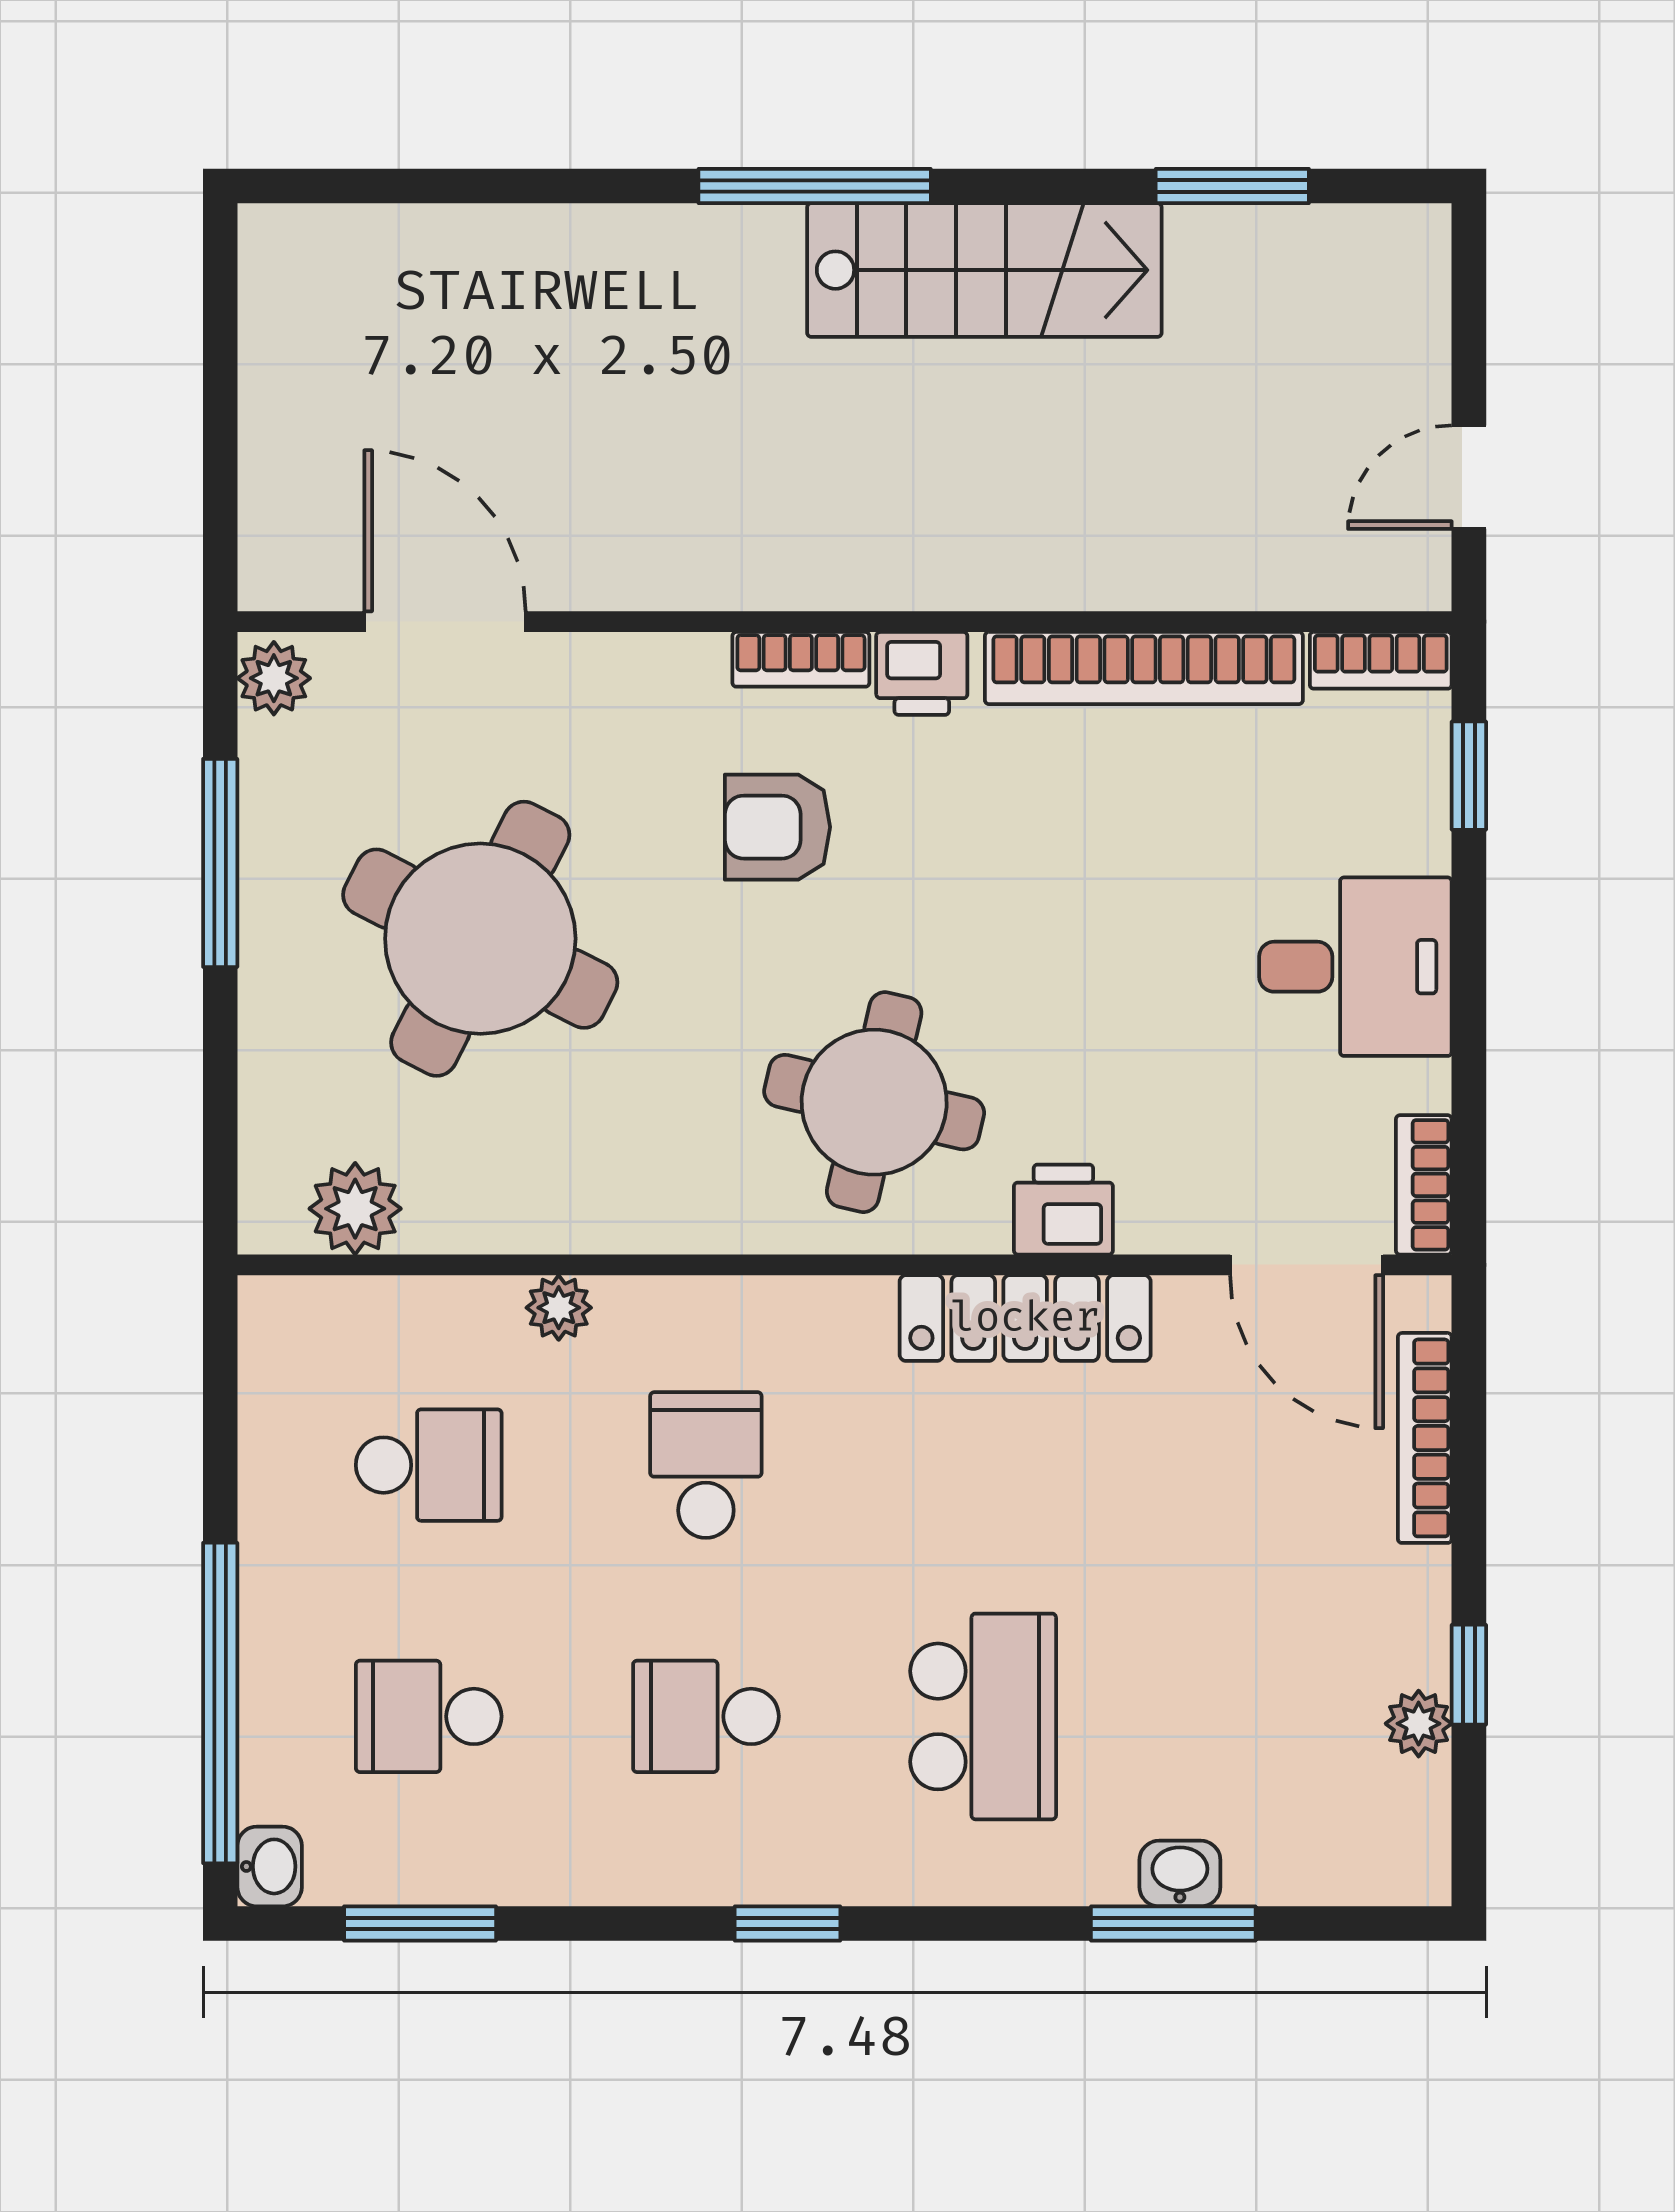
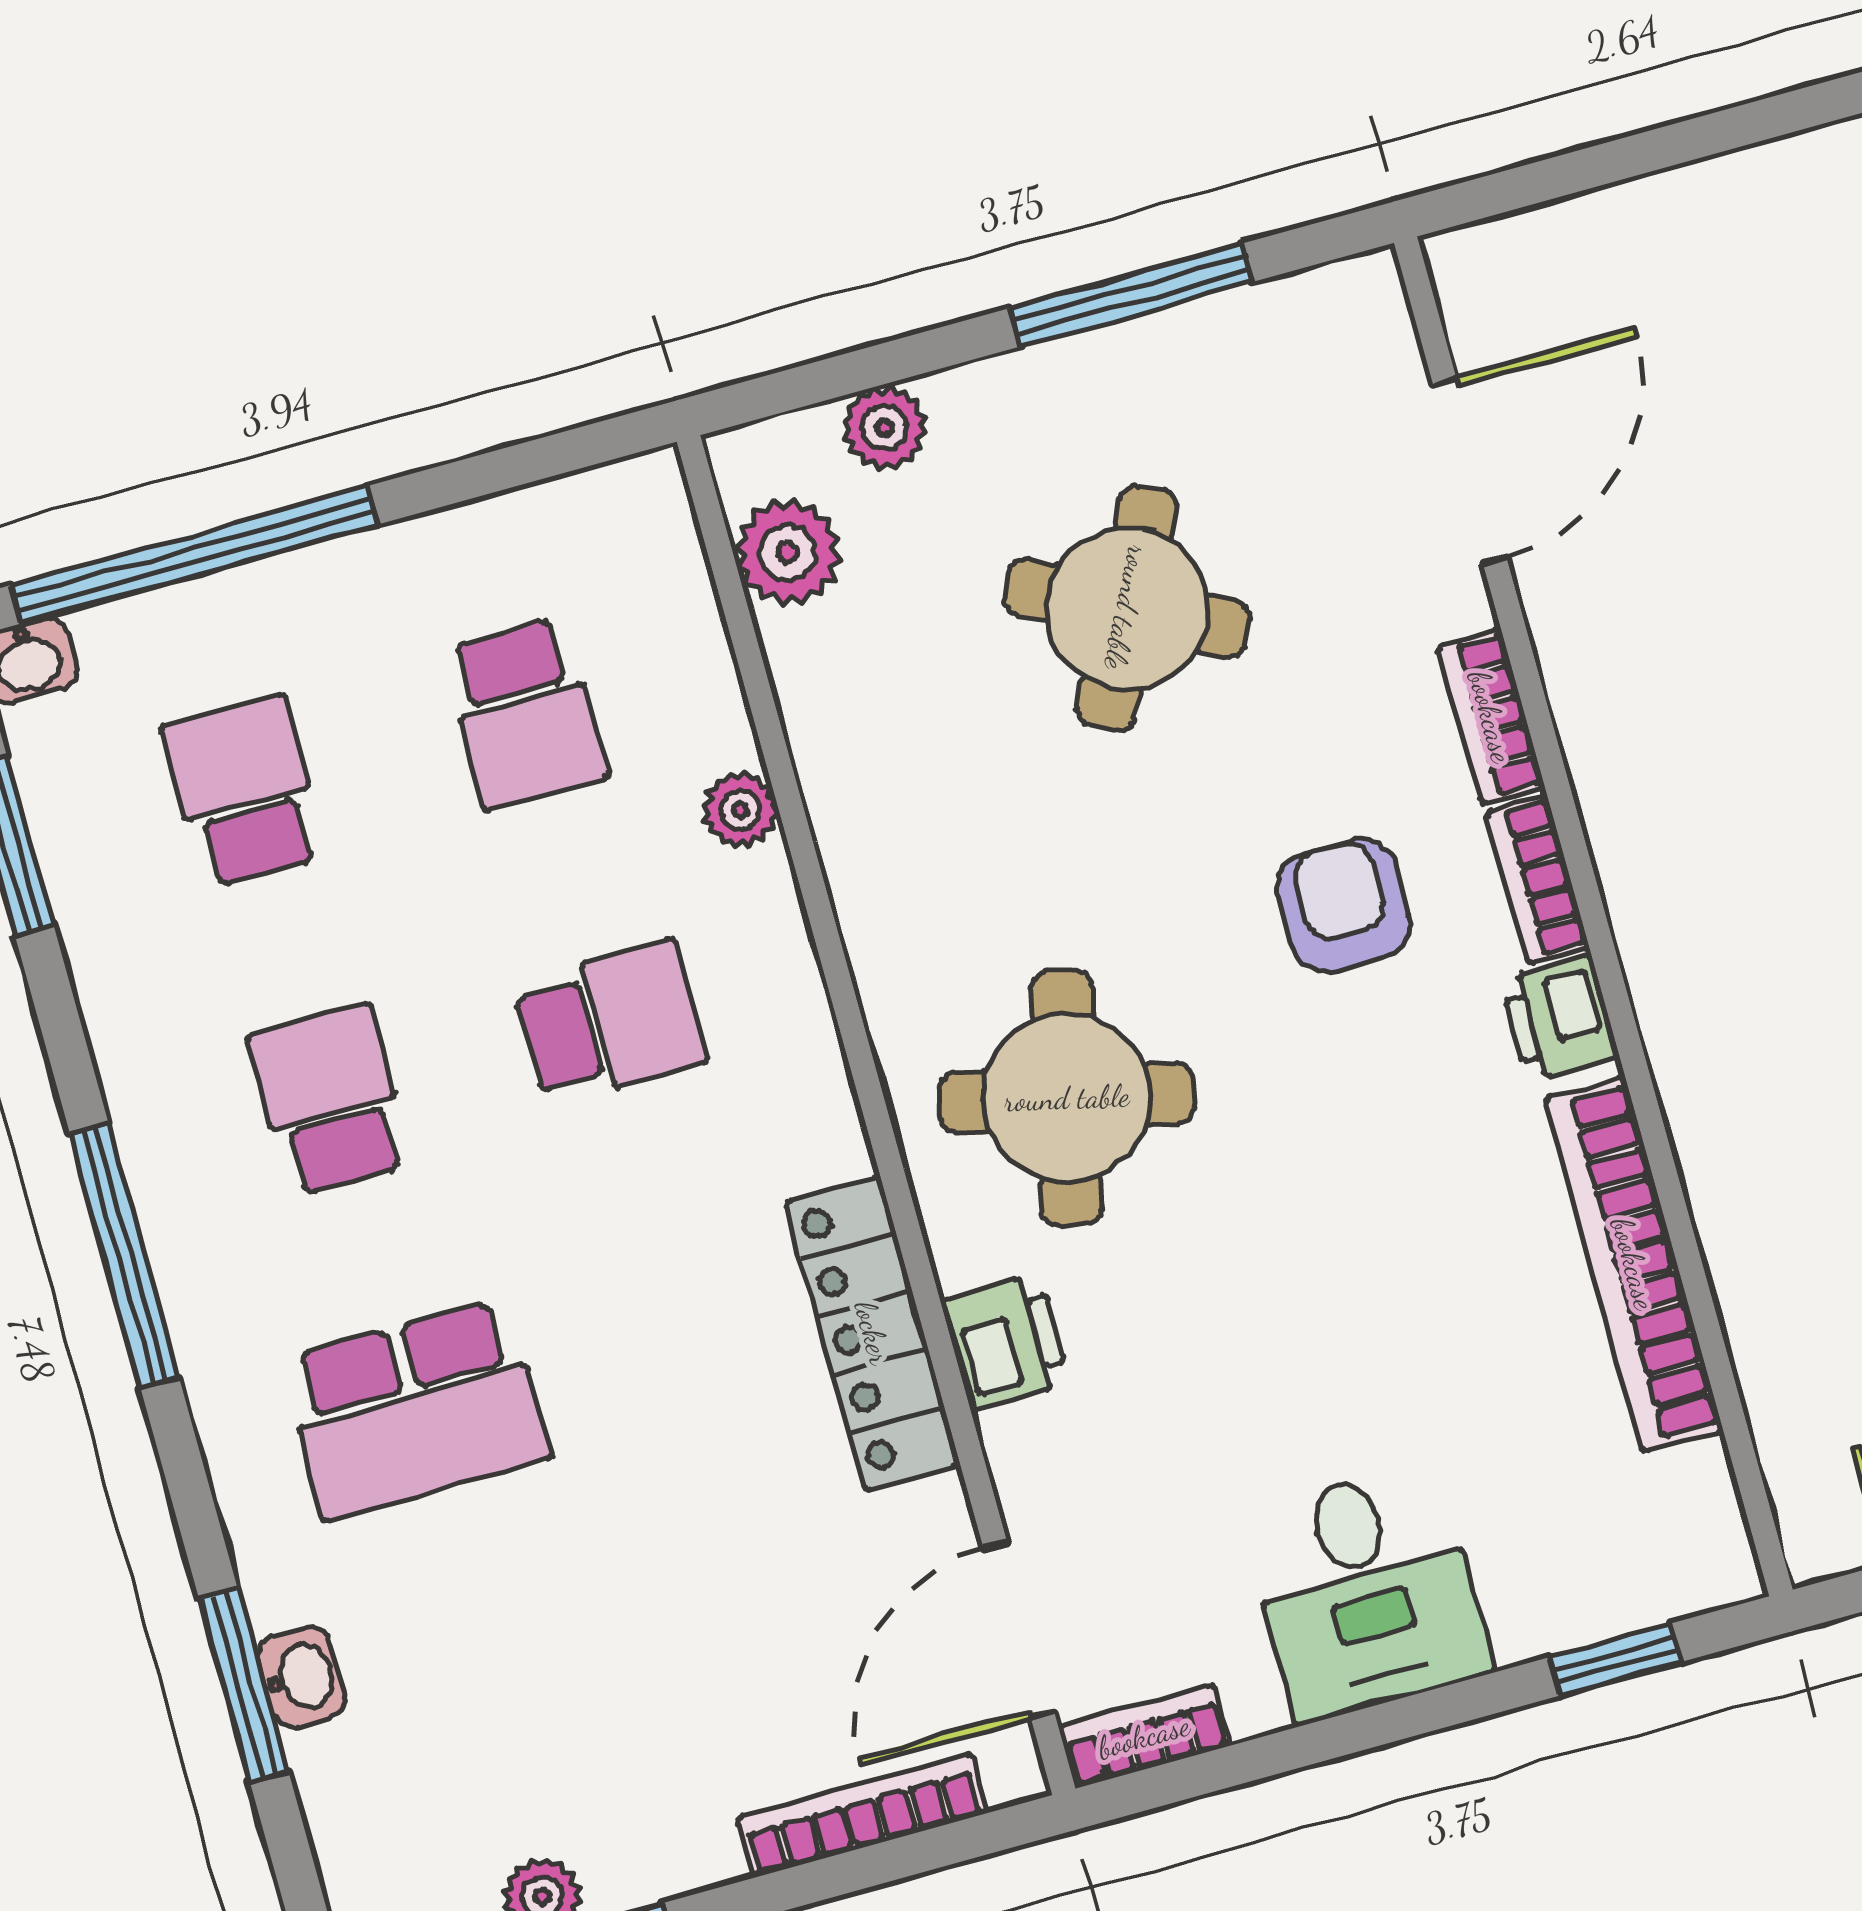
bookcase: (1381, 660) -> (1491, 717), moved
plant: (274, 678) -> (885, 428), moved
round table: (480, 939) -> (1127, 608), width x0.73, depth x0.73
window: (787, 1923) -> (124, 1255), width x2.17

